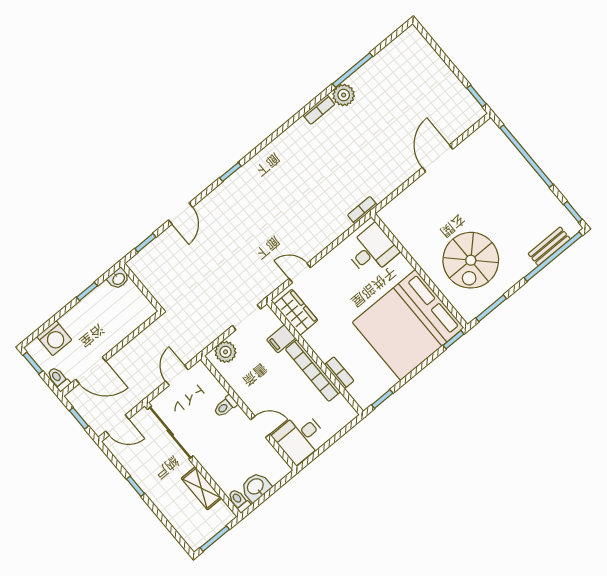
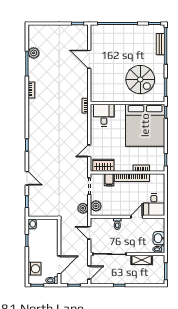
plant: (344, 95) -> (34, 53), moved
plant: (205, 335) -> (83, 208), added

